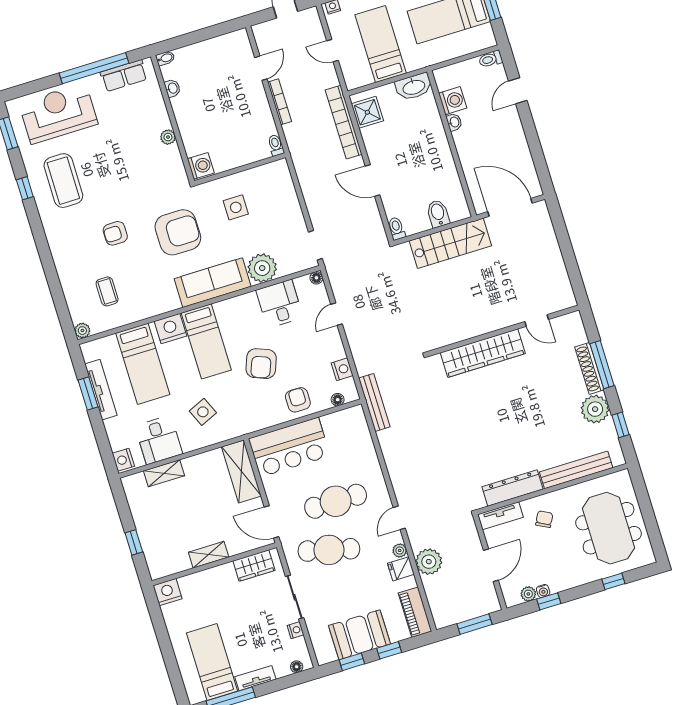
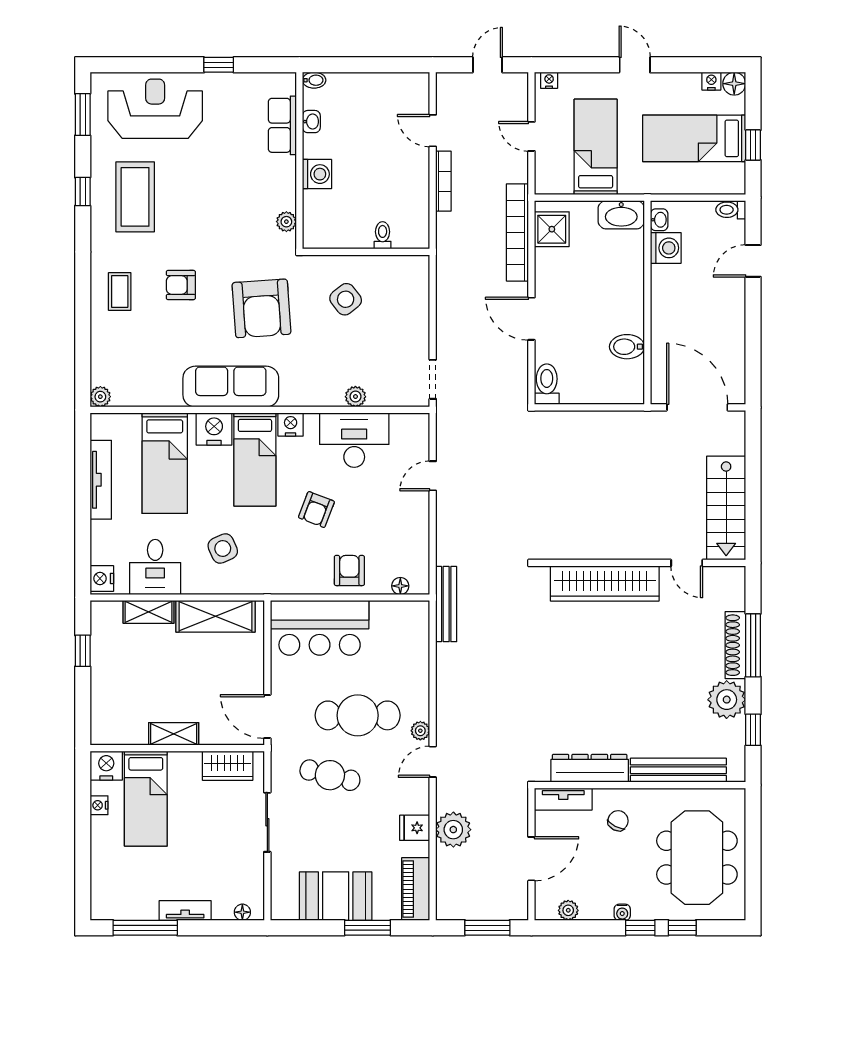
window: (94, 68) -> (219, 65), width x0.32
door: (261, 68) -> (433, 131), swing flipped
row of seats: (124, 76) -> (282, 125), moved, turned 90
washbasin: (454, 122) -> (659, 220), moved
plant: (168, 137) -> (286, 222), moved
toilet: (276, 145) -> (383, 235), moved
washing machine: (201, 166) -> (317, 174), moved
side table: (236, 207) -> (346, 299), turned -38
bidet: (438, 214) -> (627, 347), moved, turned -90
toilet: (397, 229) -> (547, 384), width x1.37, depth x1.39
armchair: (178, 232) -> (261, 308), turned 86
stairs: (450, 243) -> (726, 508), moved, turned 90
plant: (262, 268) -> (355, 397), width x0.53, depth x0.53
floor lamp: (316, 278) -> (421, 421), removed
sofa: (213, 283) -> (231, 387), moved
coffee table: (107, 291) -> (120, 291), moved
desk: (279, 304) -> (354, 440), width x1.37
armchair: (261, 364) -> (316, 510), width x0.72, depth x0.72
nightstand: (342, 369) -> (291, 424), moved, turned -90
window: (88, 393) -> (83, 480), removed
shelving: (241, 471) -> (215, 616), moved, turned 90
window: (134, 542) -> (83, 651), moved
cafe table: (329, 550) -> (330, 775), width x0.73, depth x0.74
plant: (400, 550) -> (420, 731), moved
water cooler: (543, 591) -> (622, 912), moved
window: (549, 601) -> (640, 928), moved
nightstand: (295, 630) -> (99, 805), moved, turned 180
window: (389, 650) -> (368, 928), width x1.50
bed: (212, 662) -> (146, 799), moved, turned 180
window: (352, 662) -> (315, 928), removed

